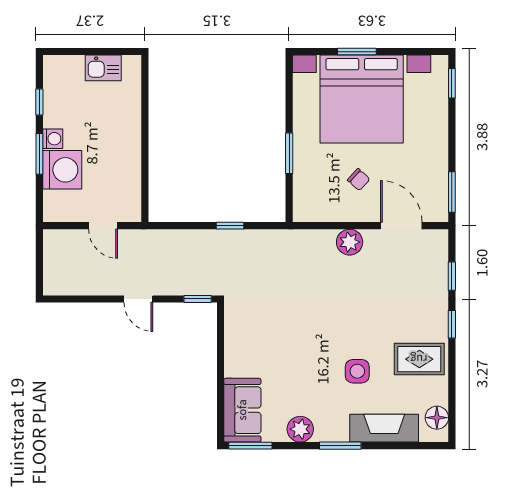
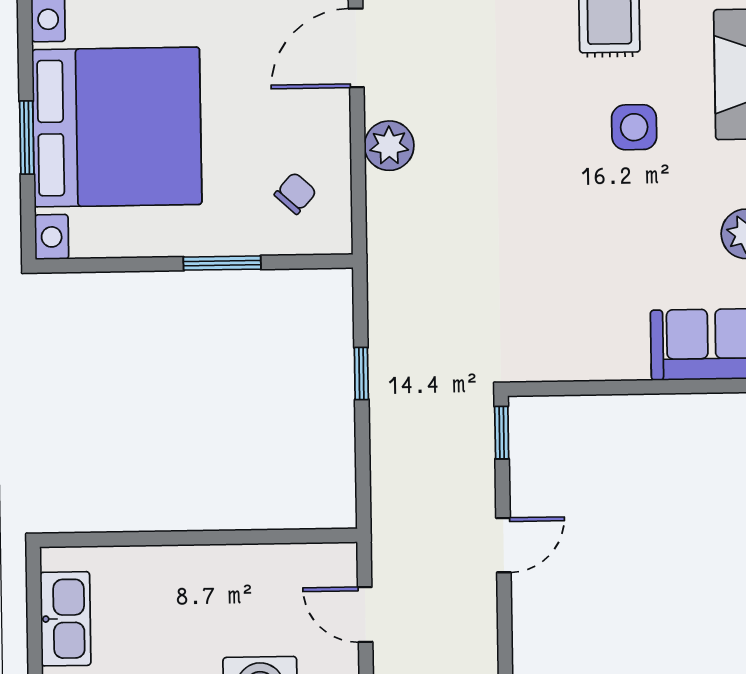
kitchen sink: (103, 68) -> (66, 619), width x1.38
chair: (359, 180) -> (295, 193), moved
door: (103, 226) -> (365, 614), swing flipped

